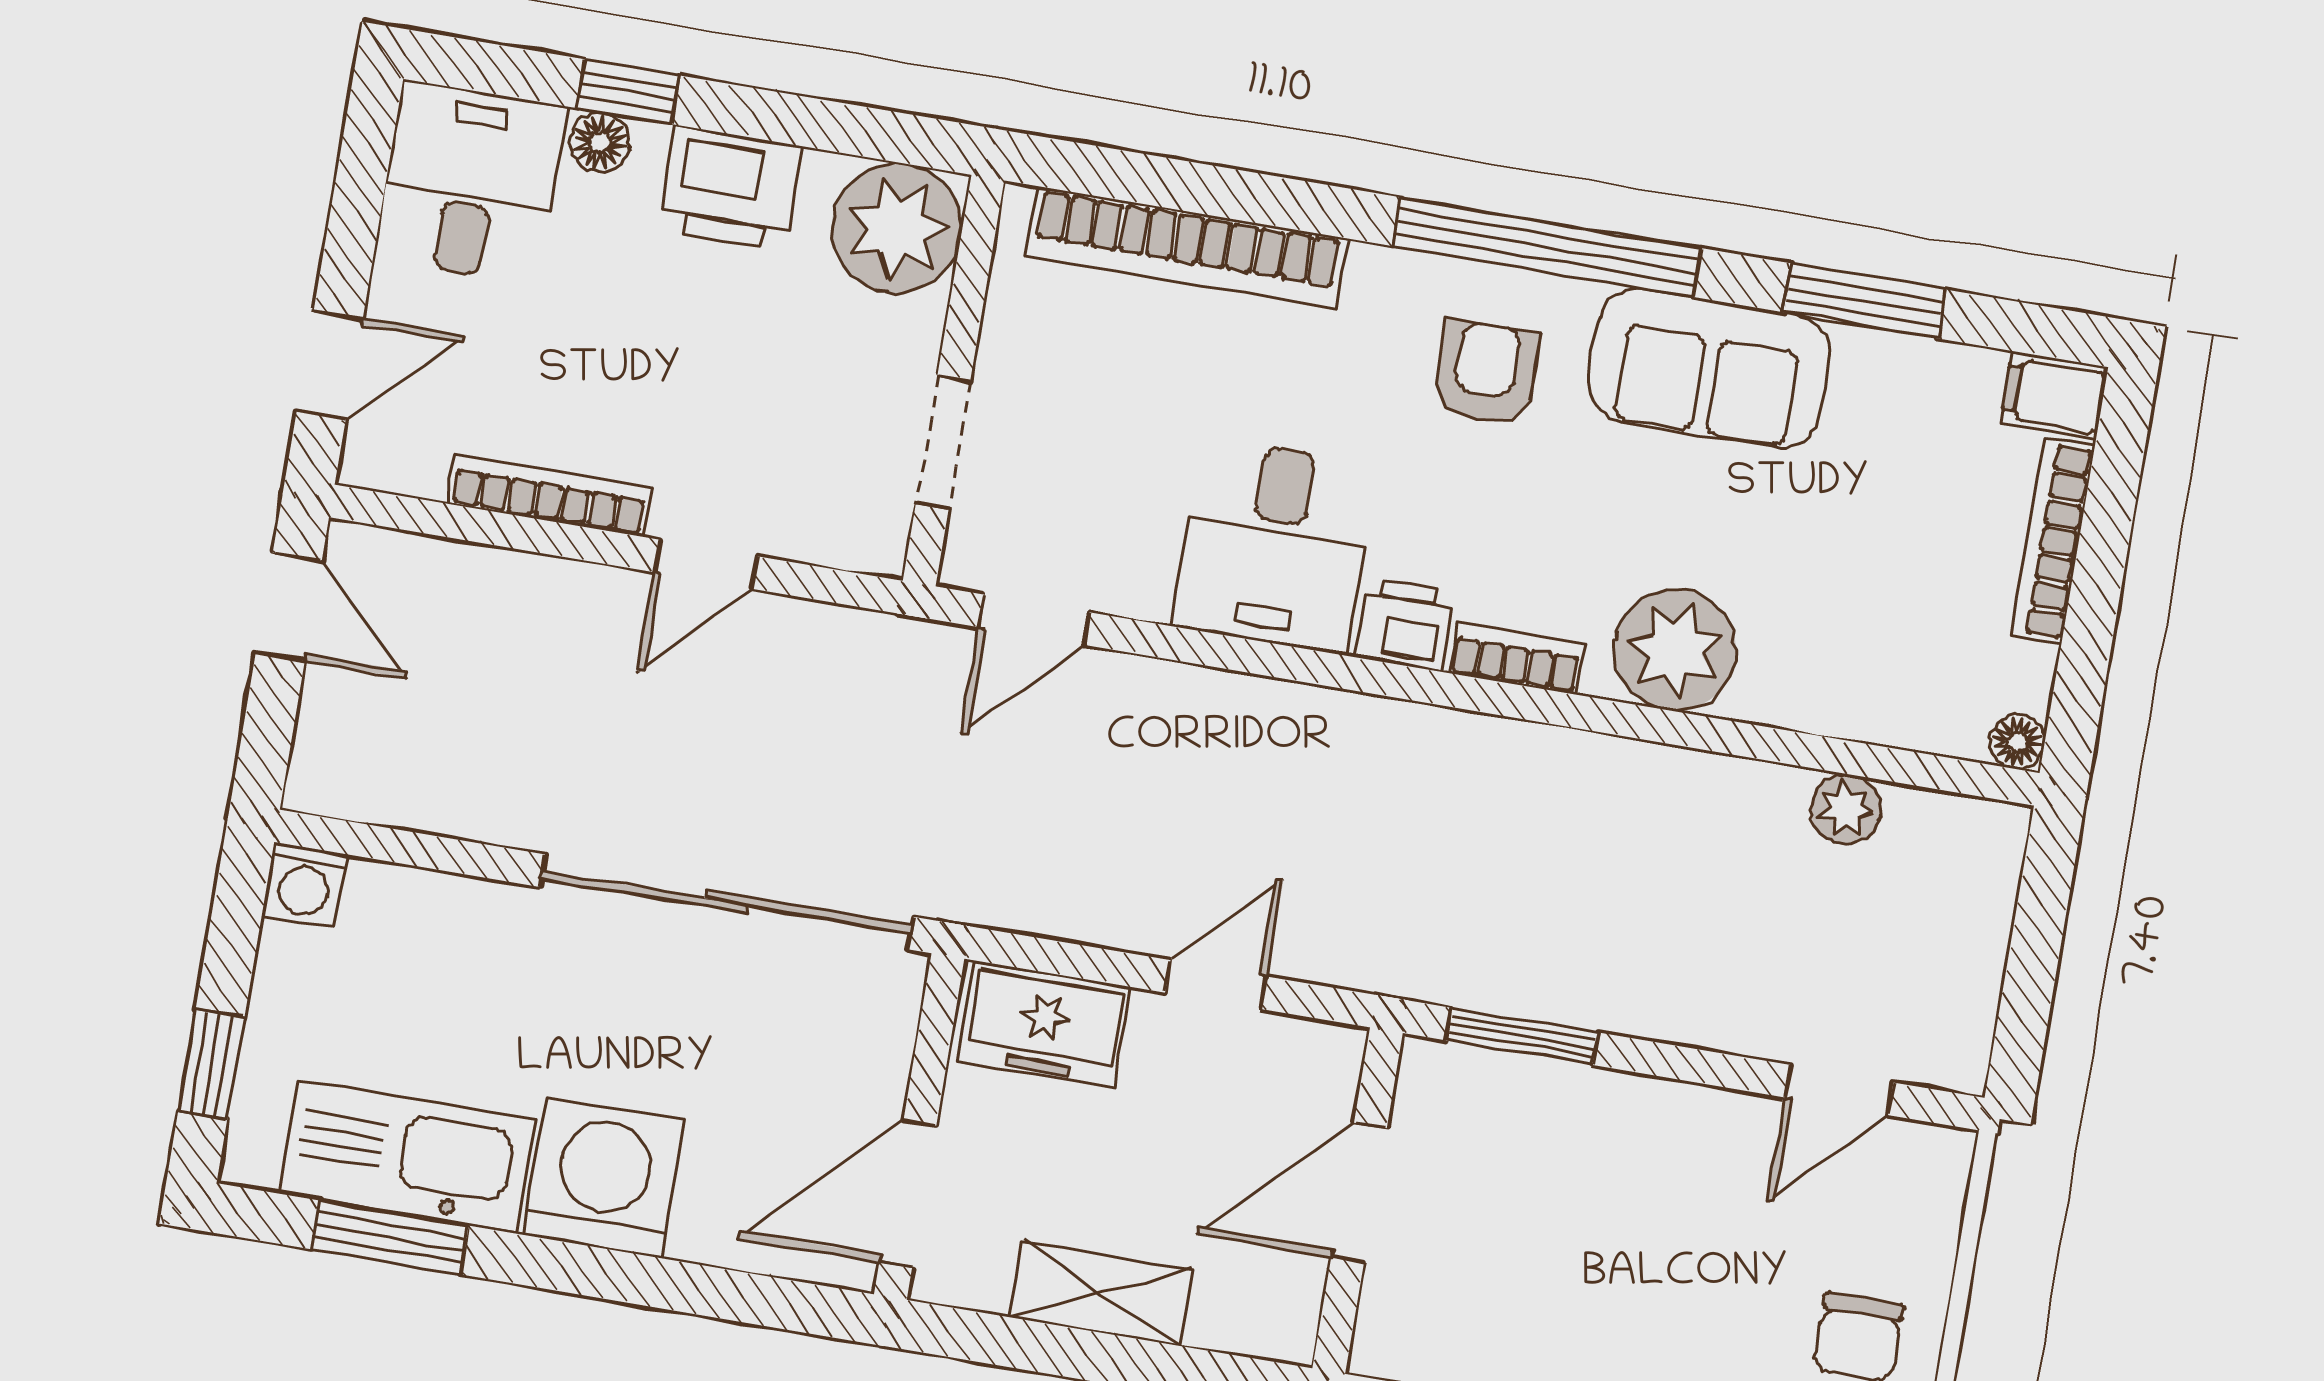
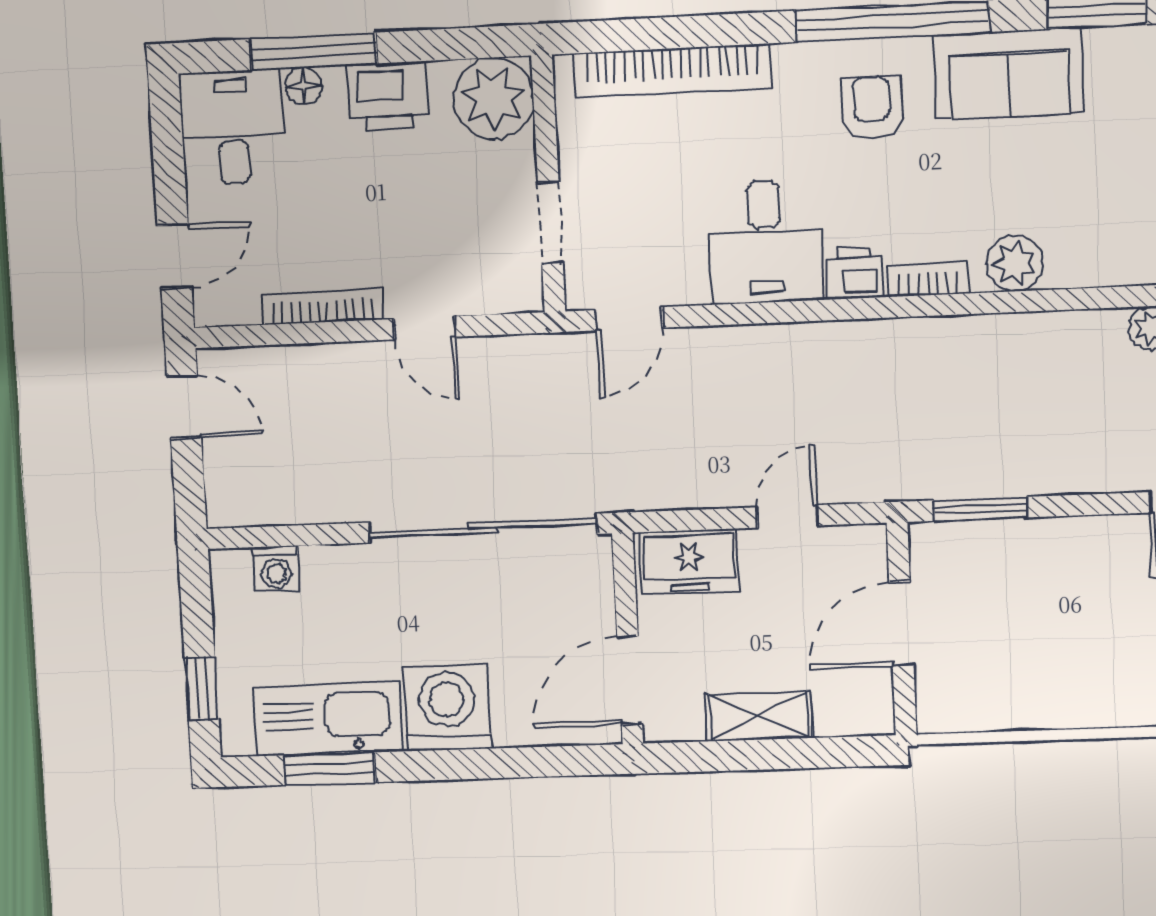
window: (628, 92) -> (314, 51), width x2.17
door: (706, 564) -> (425, 328), hinge flipped
plant: (1675, 650) -> (1015, 263), width x0.73, depth x0.73
washing machine: (305, 885) -> (276, 569), moved

